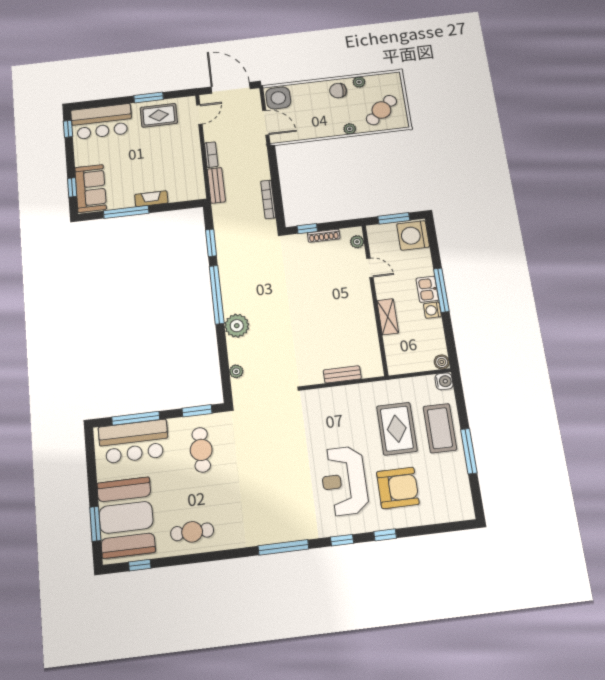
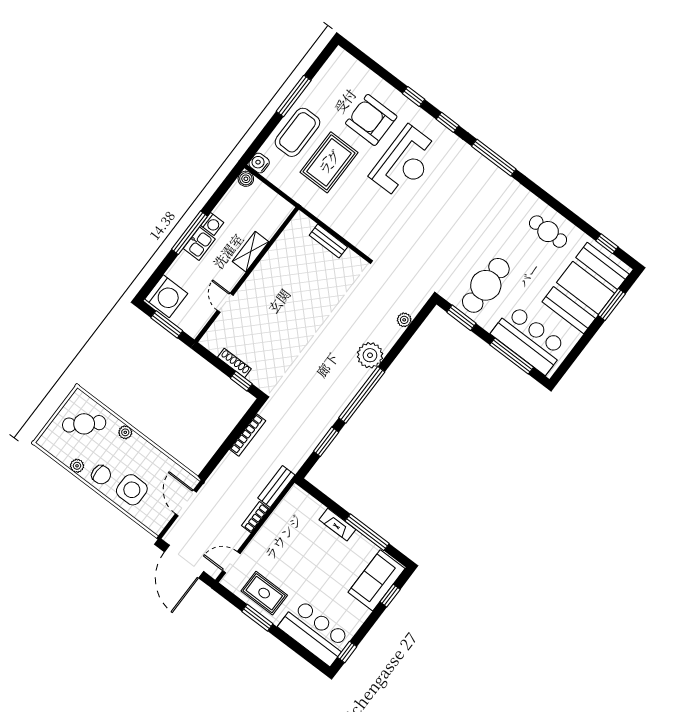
side table: (278, 98) -> (132, 490), moved
plant: (357, 242) -> (214, 333), removed
cafe table: (201, 450) -> (486, 285), width x1.37, depth x1.35

